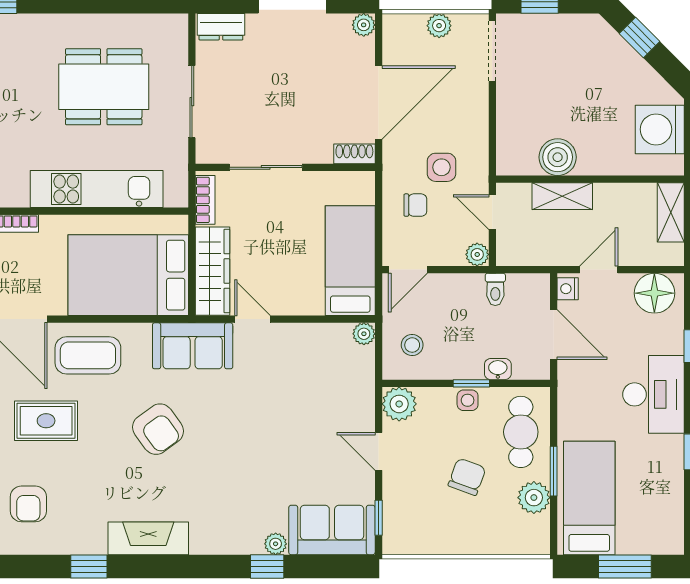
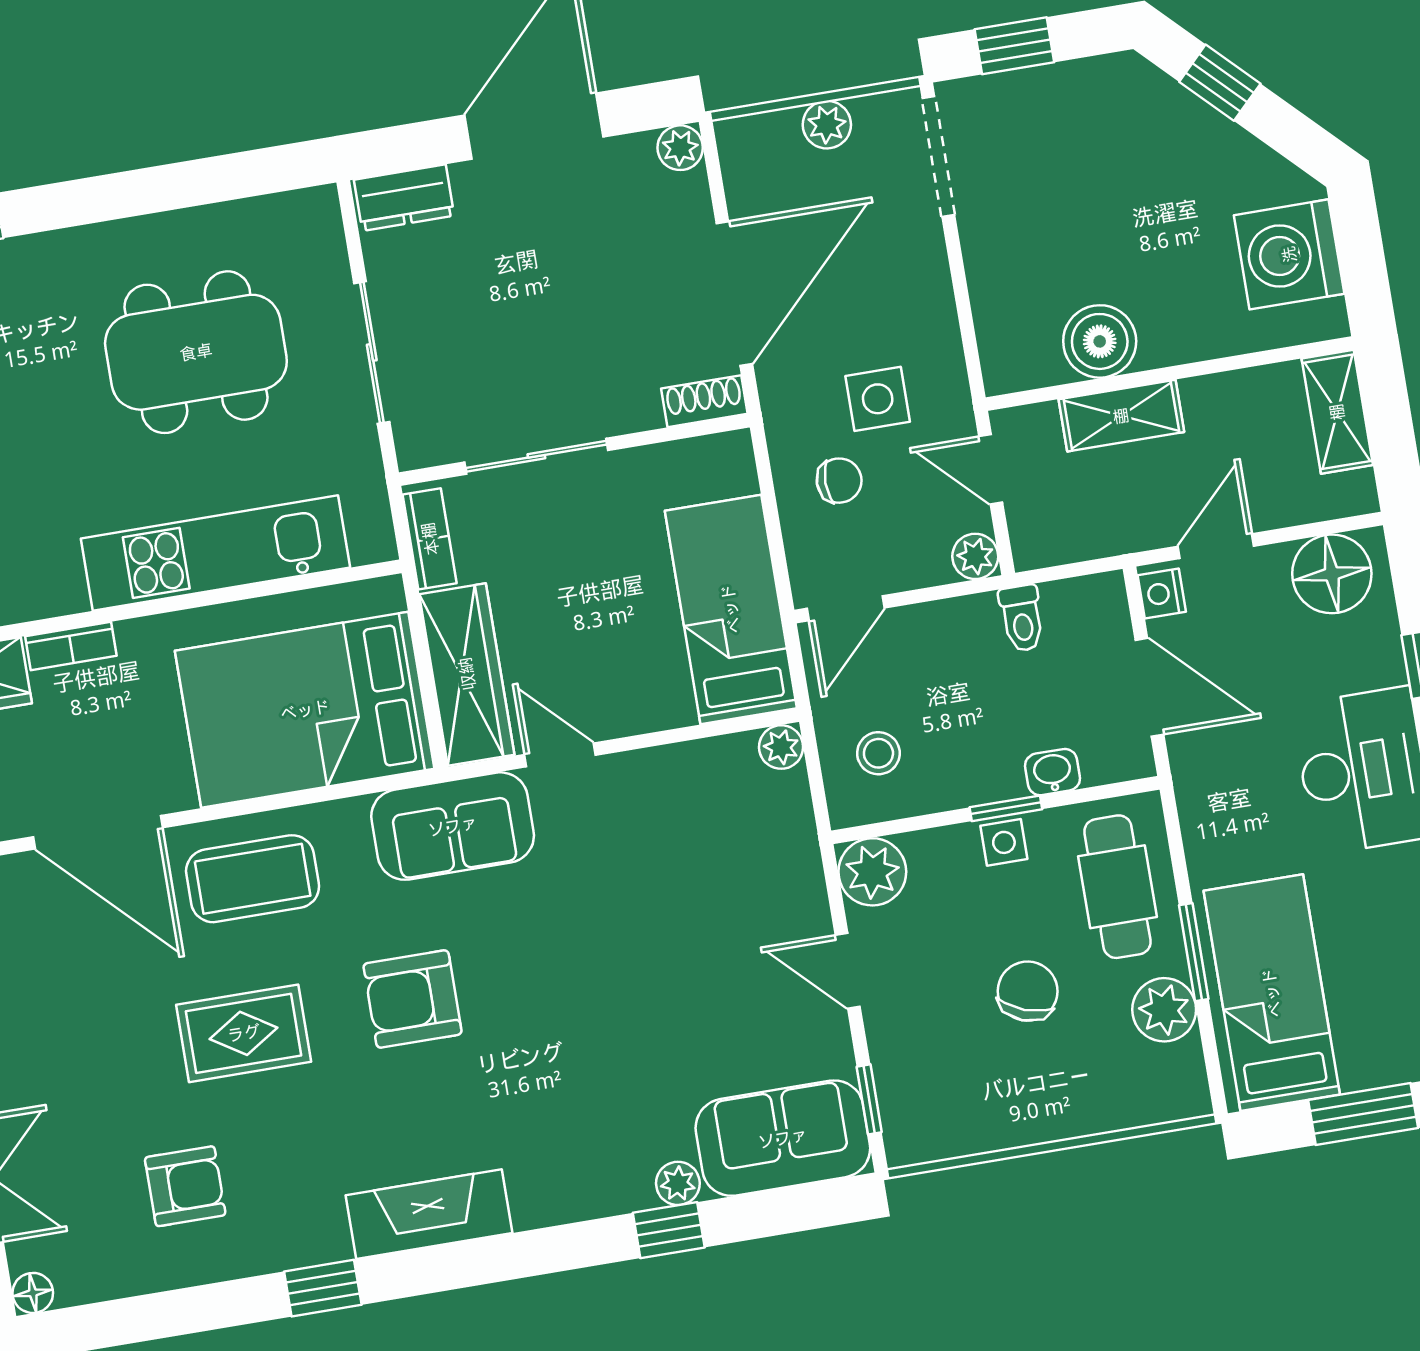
rug: (46, 421) -> (244, 1033), moved
armchair: (158, 429) -> (413, 999), turned 126
armchair: (28, 504) -> (185, 1186), turned -90

